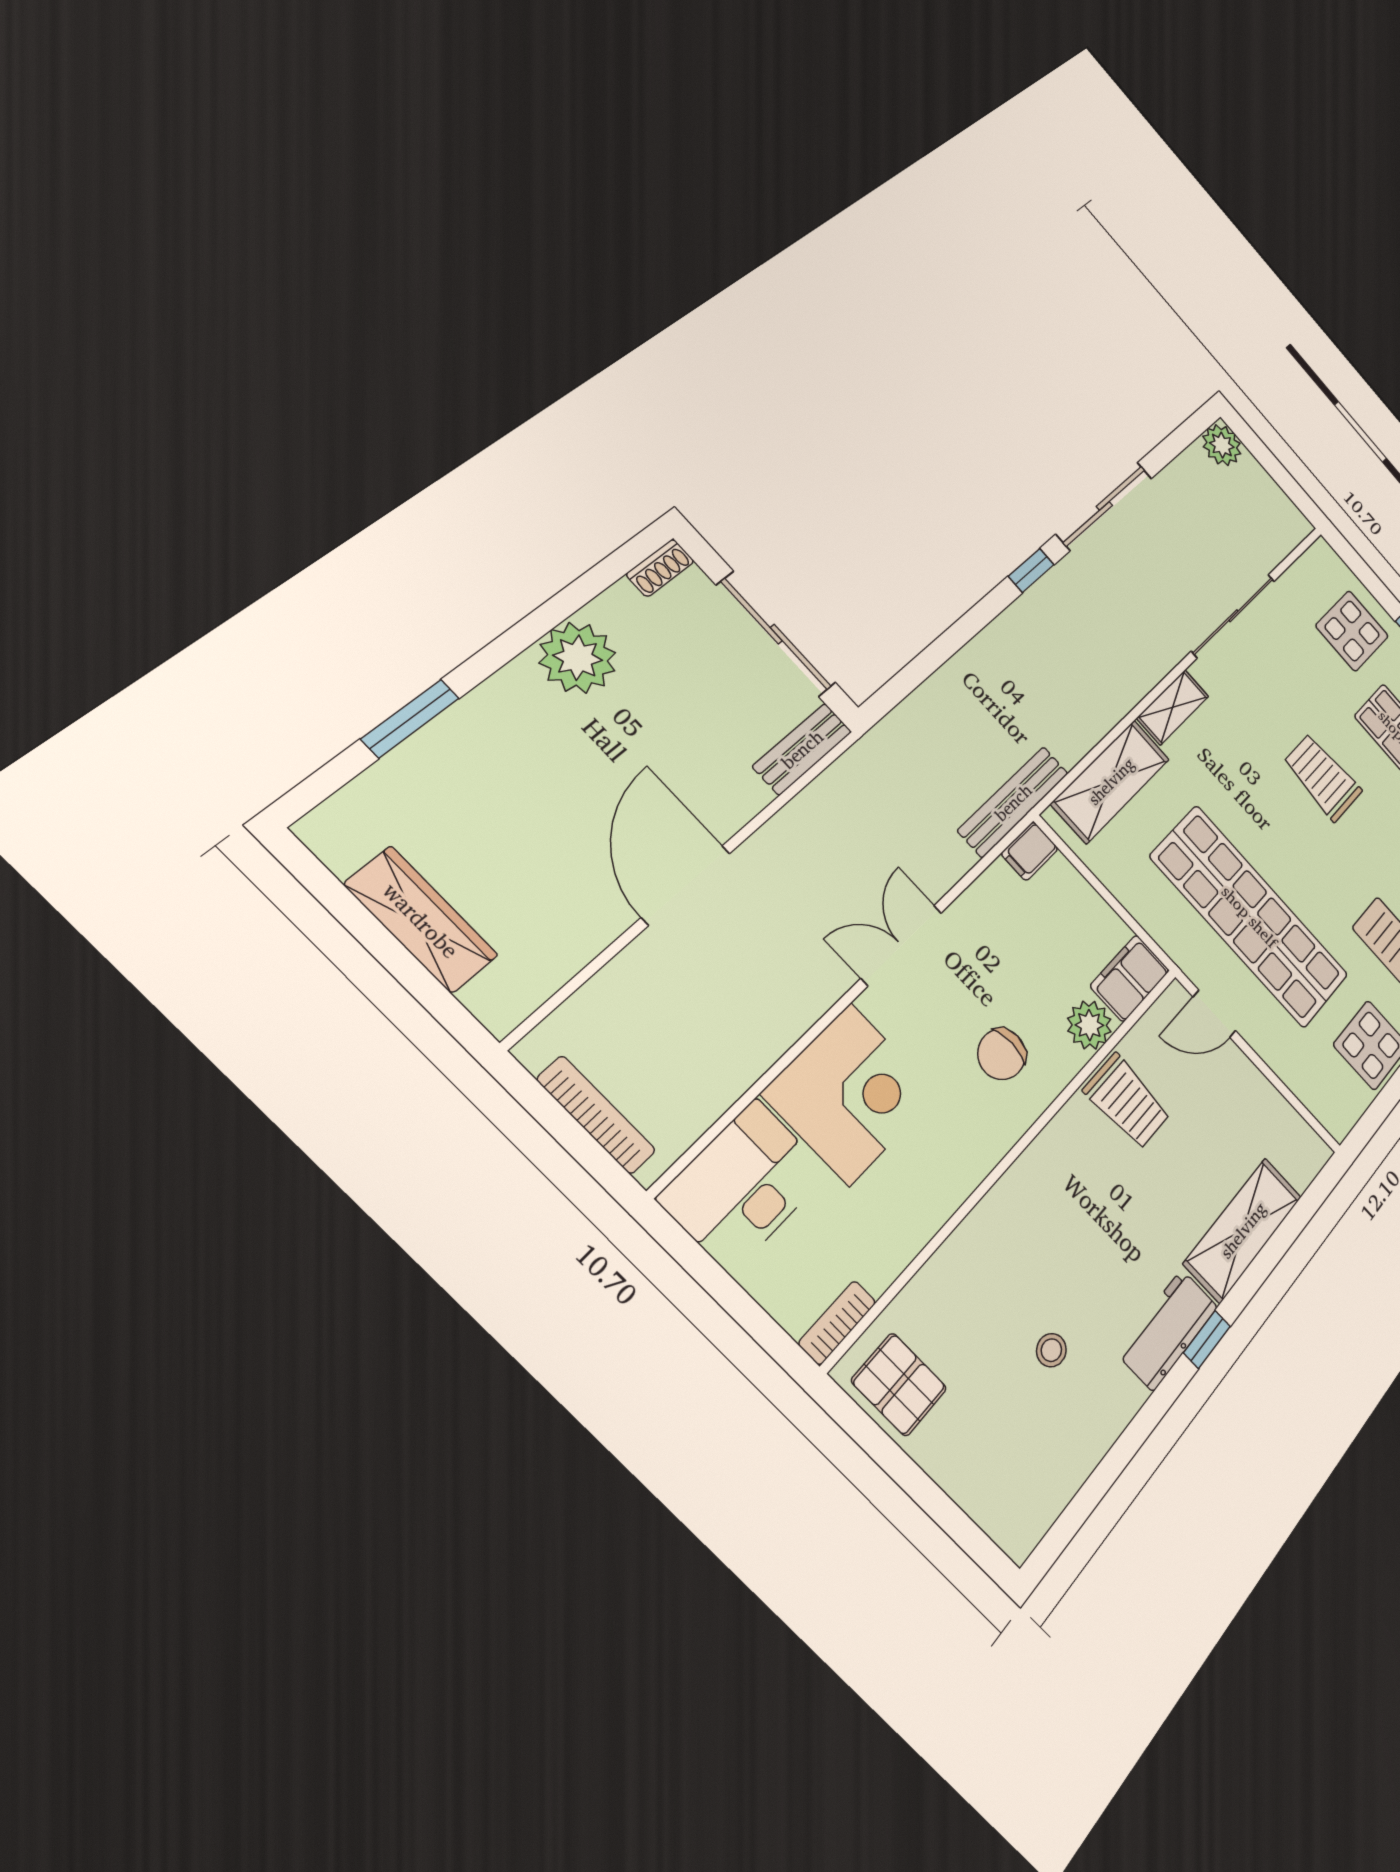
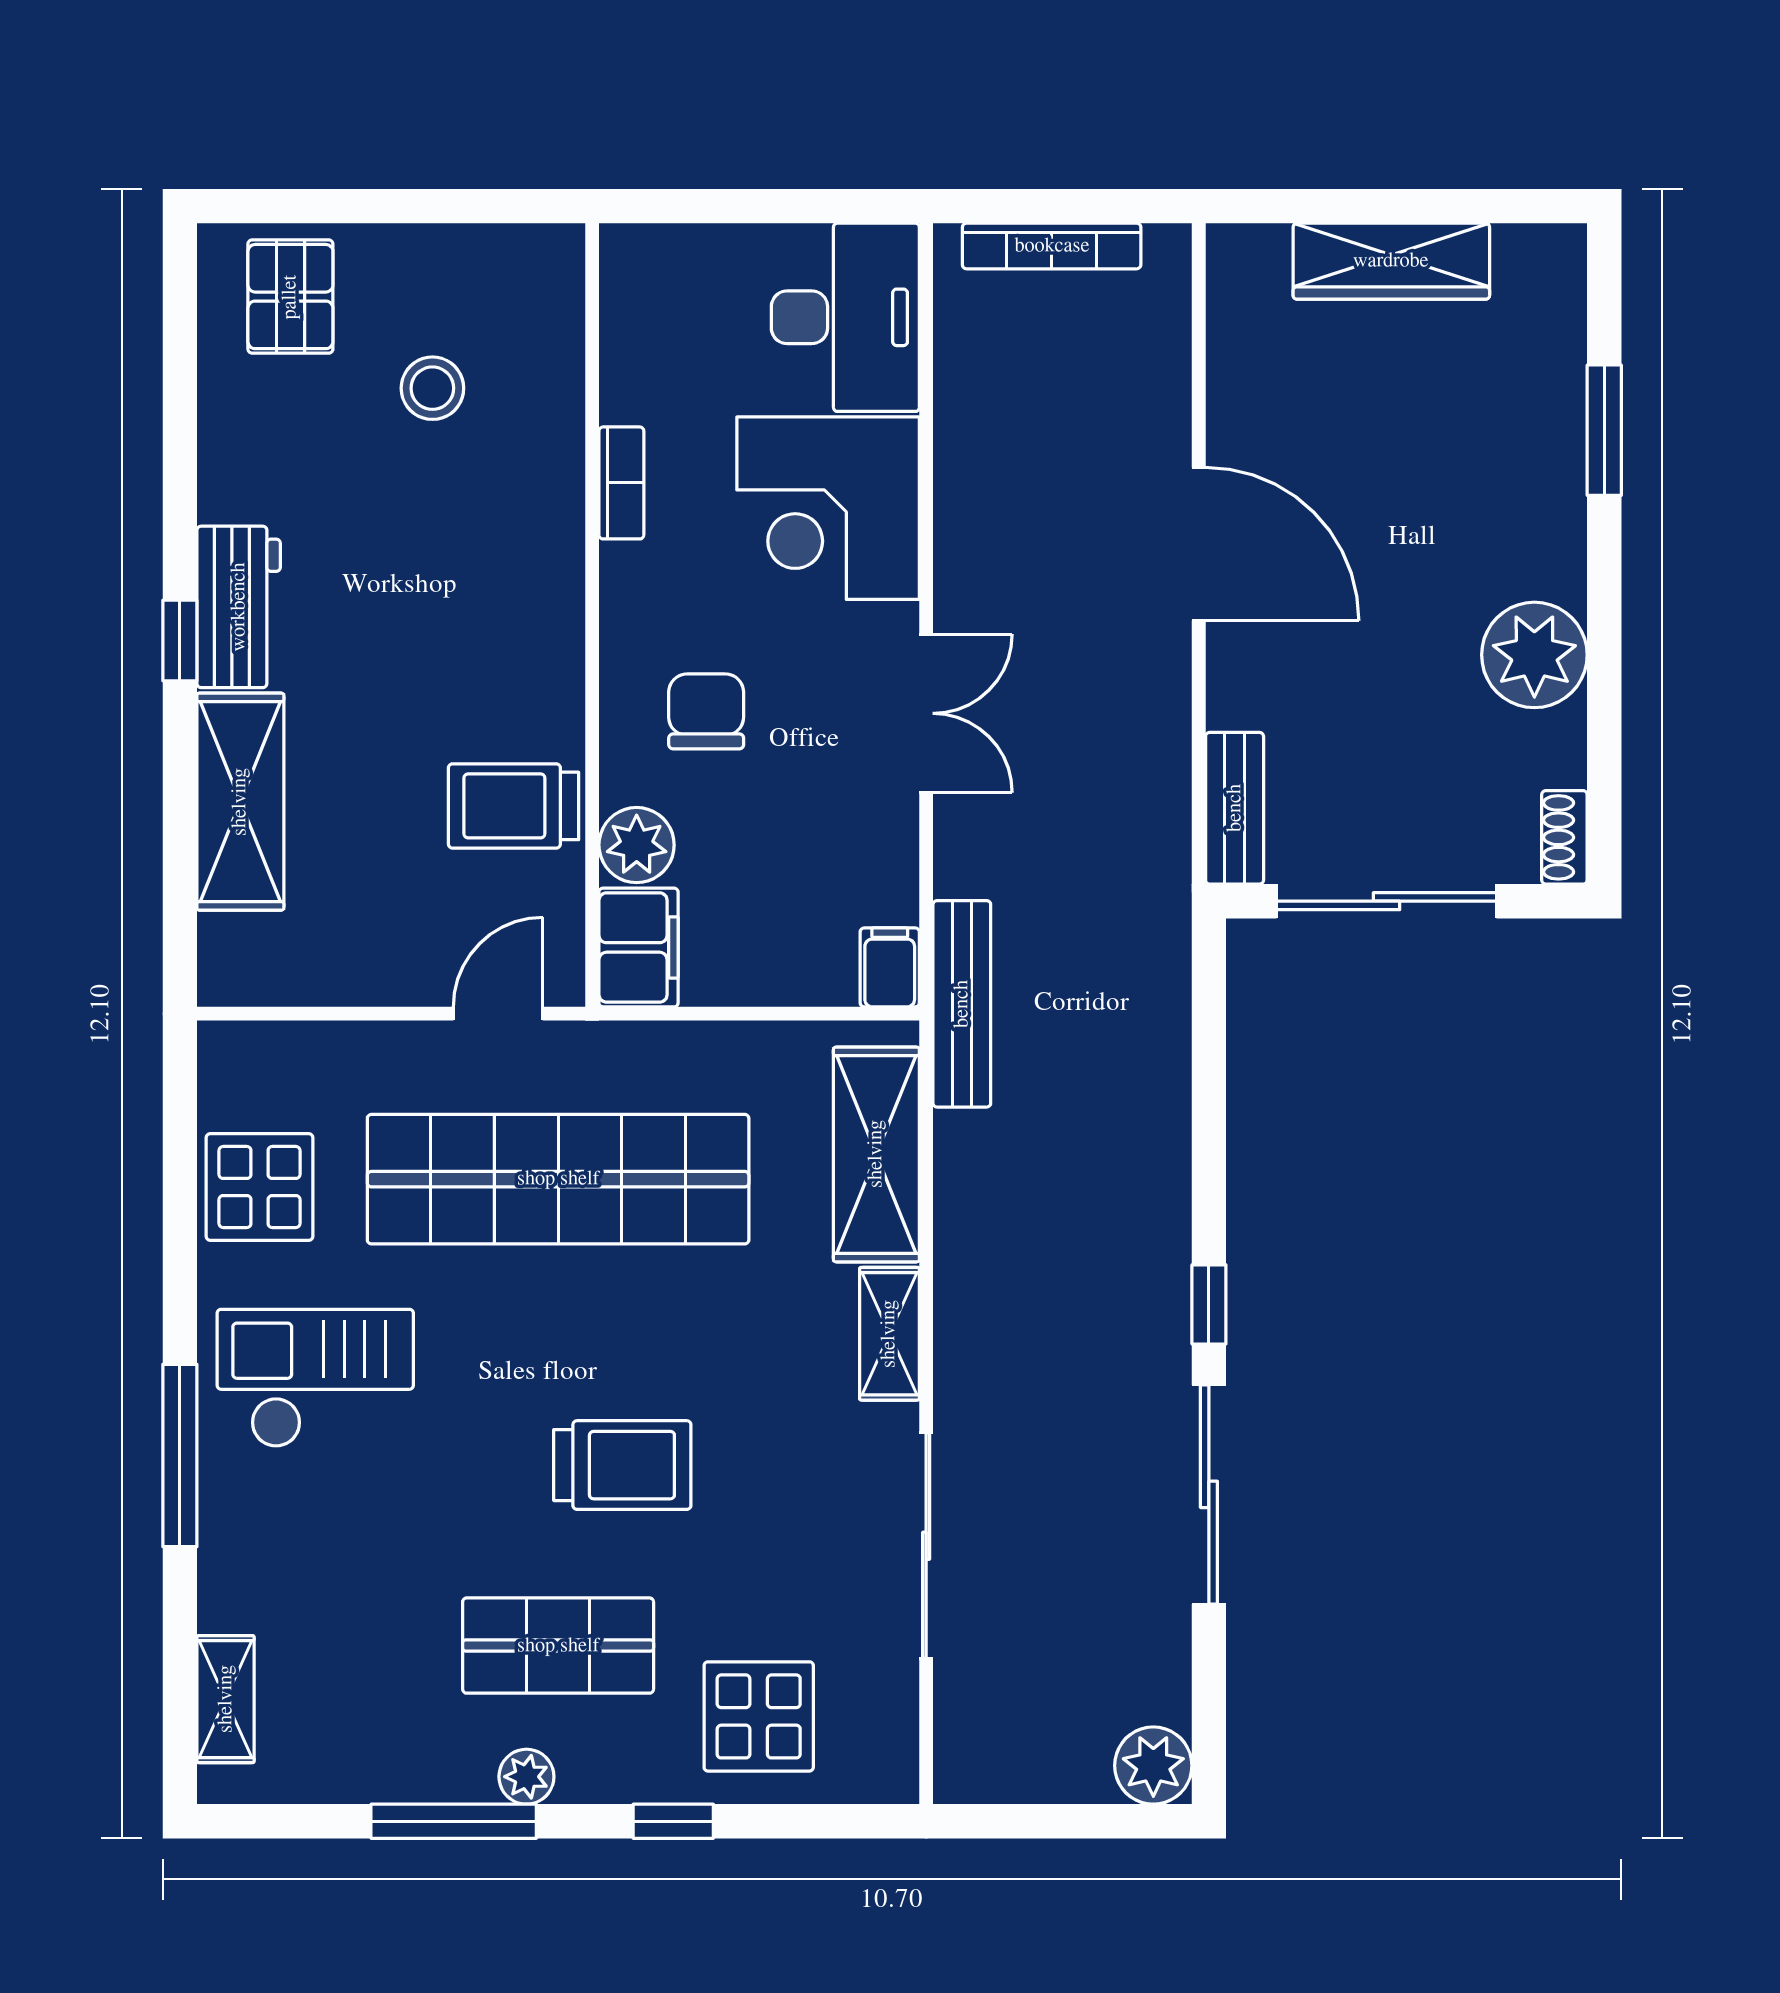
bookcase: (837, 1323) -> (621, 483), moved
stool: (1051, 1350) -> (432, 388), moved, width x1.37, depth x1.37
pallet: (899, 1384) -> (290, 297), moved, turned 90

